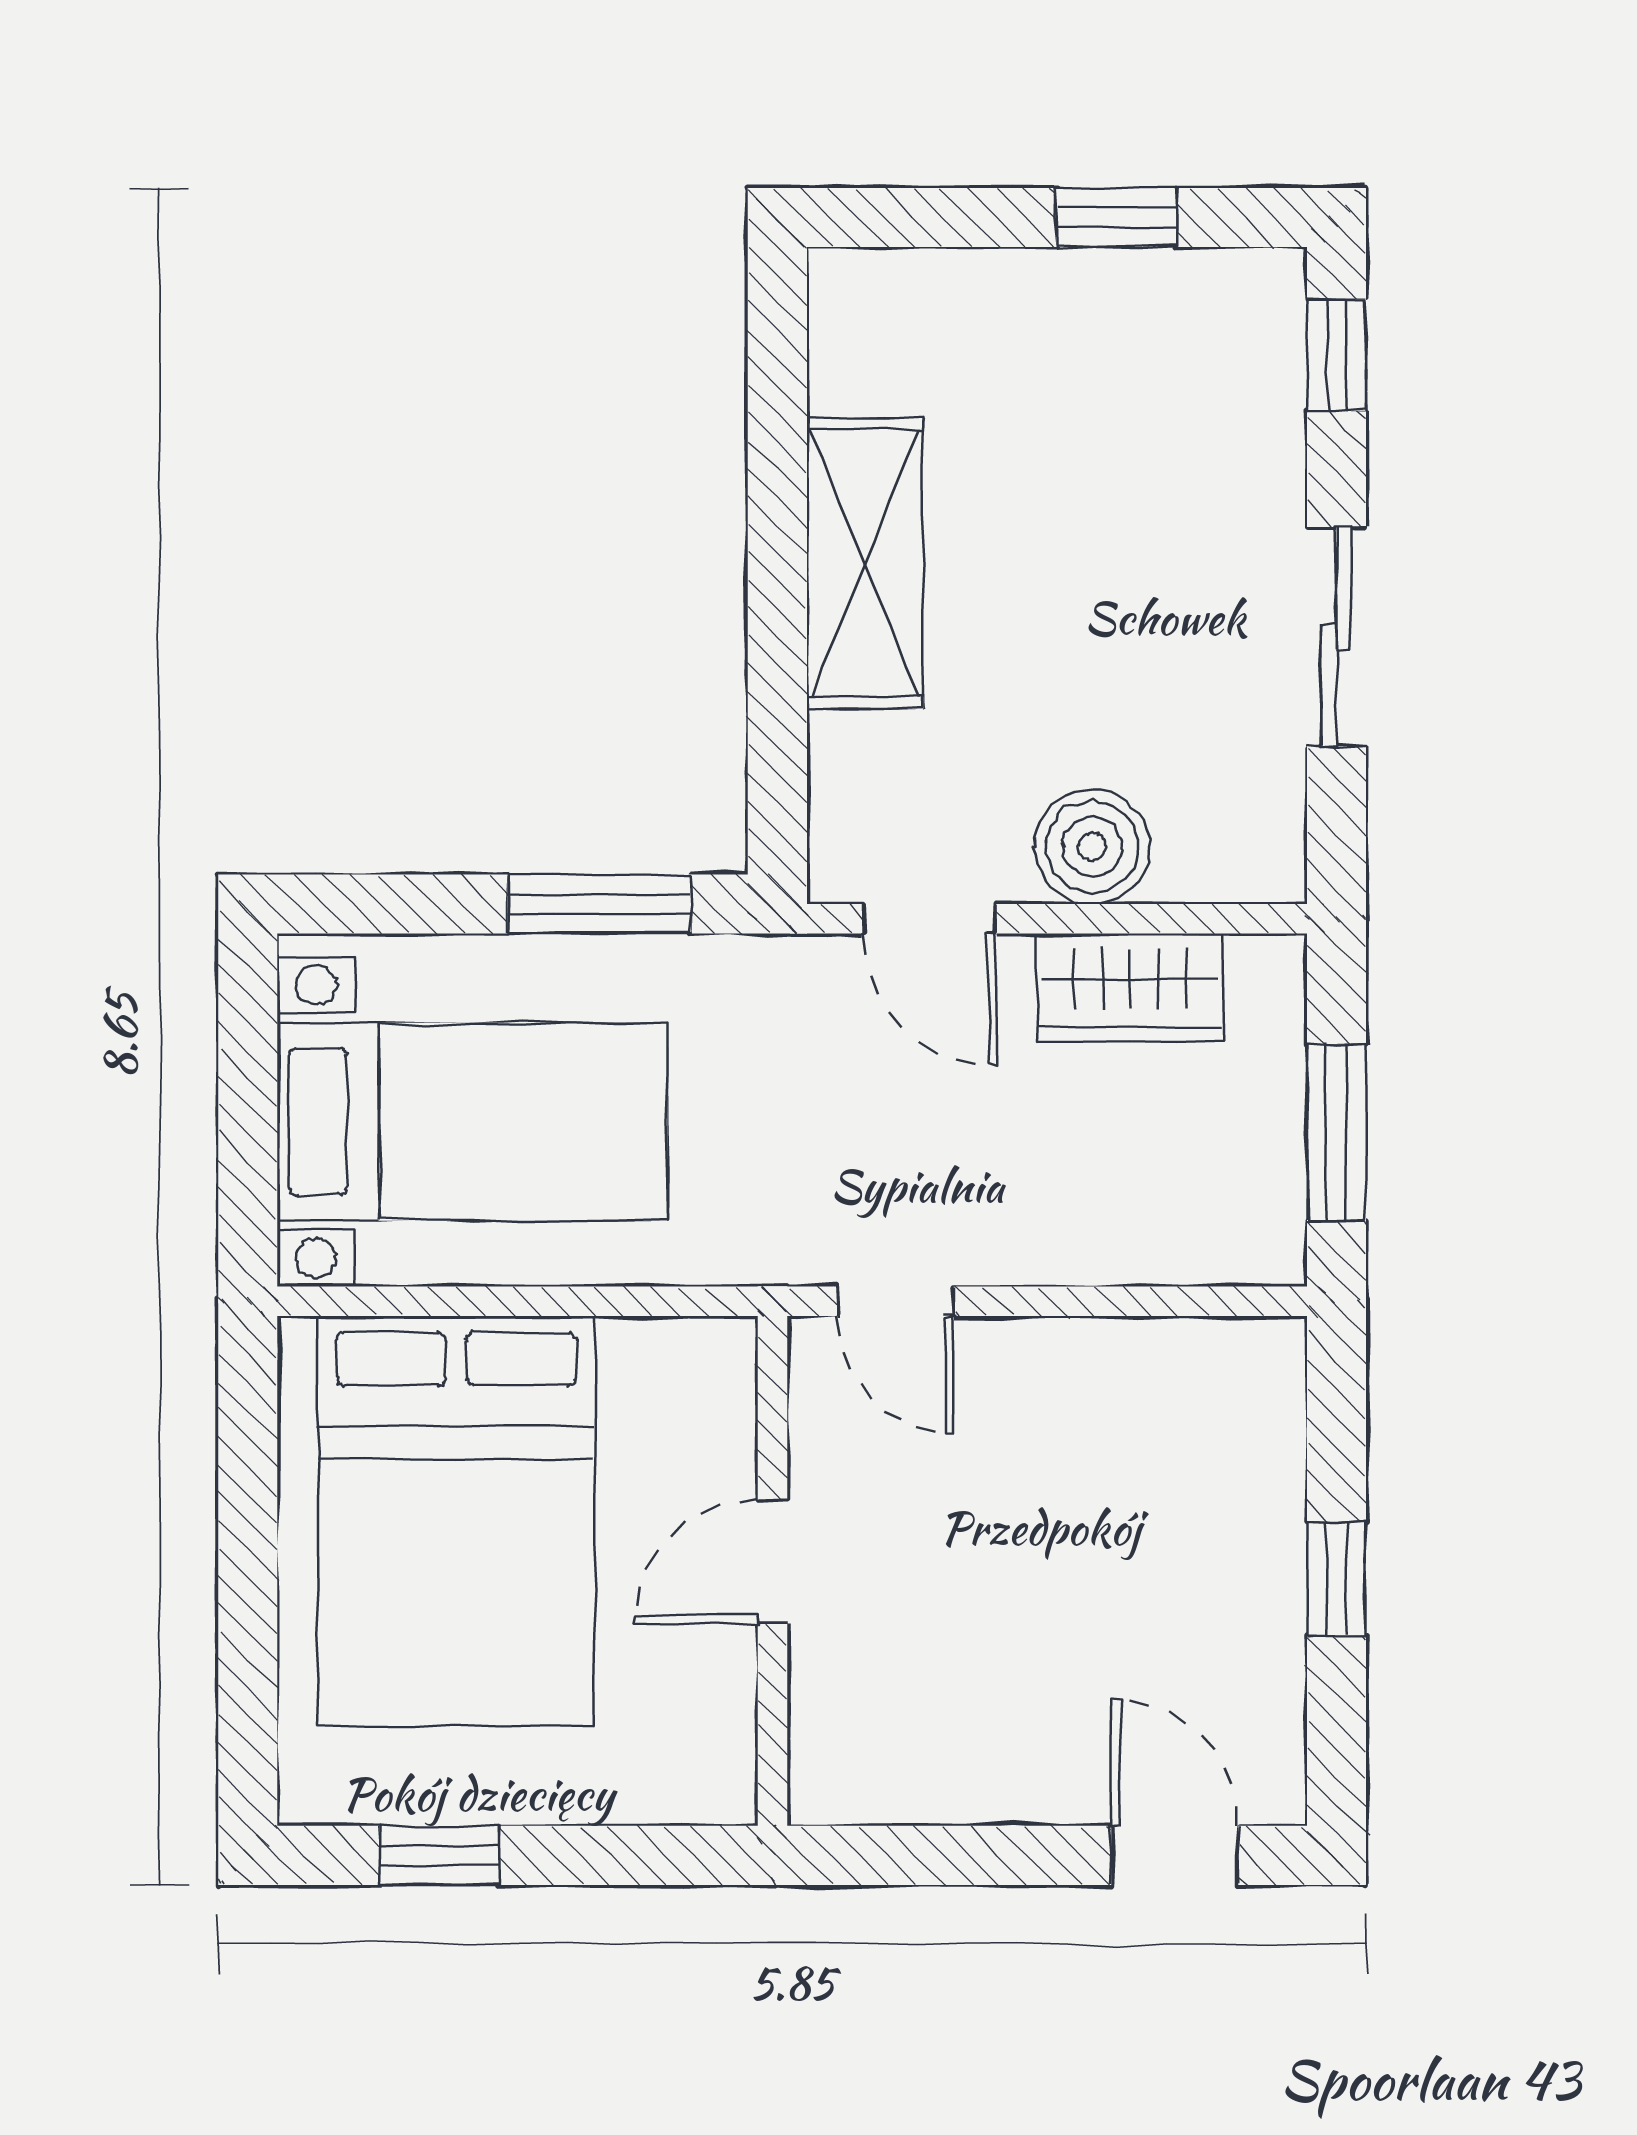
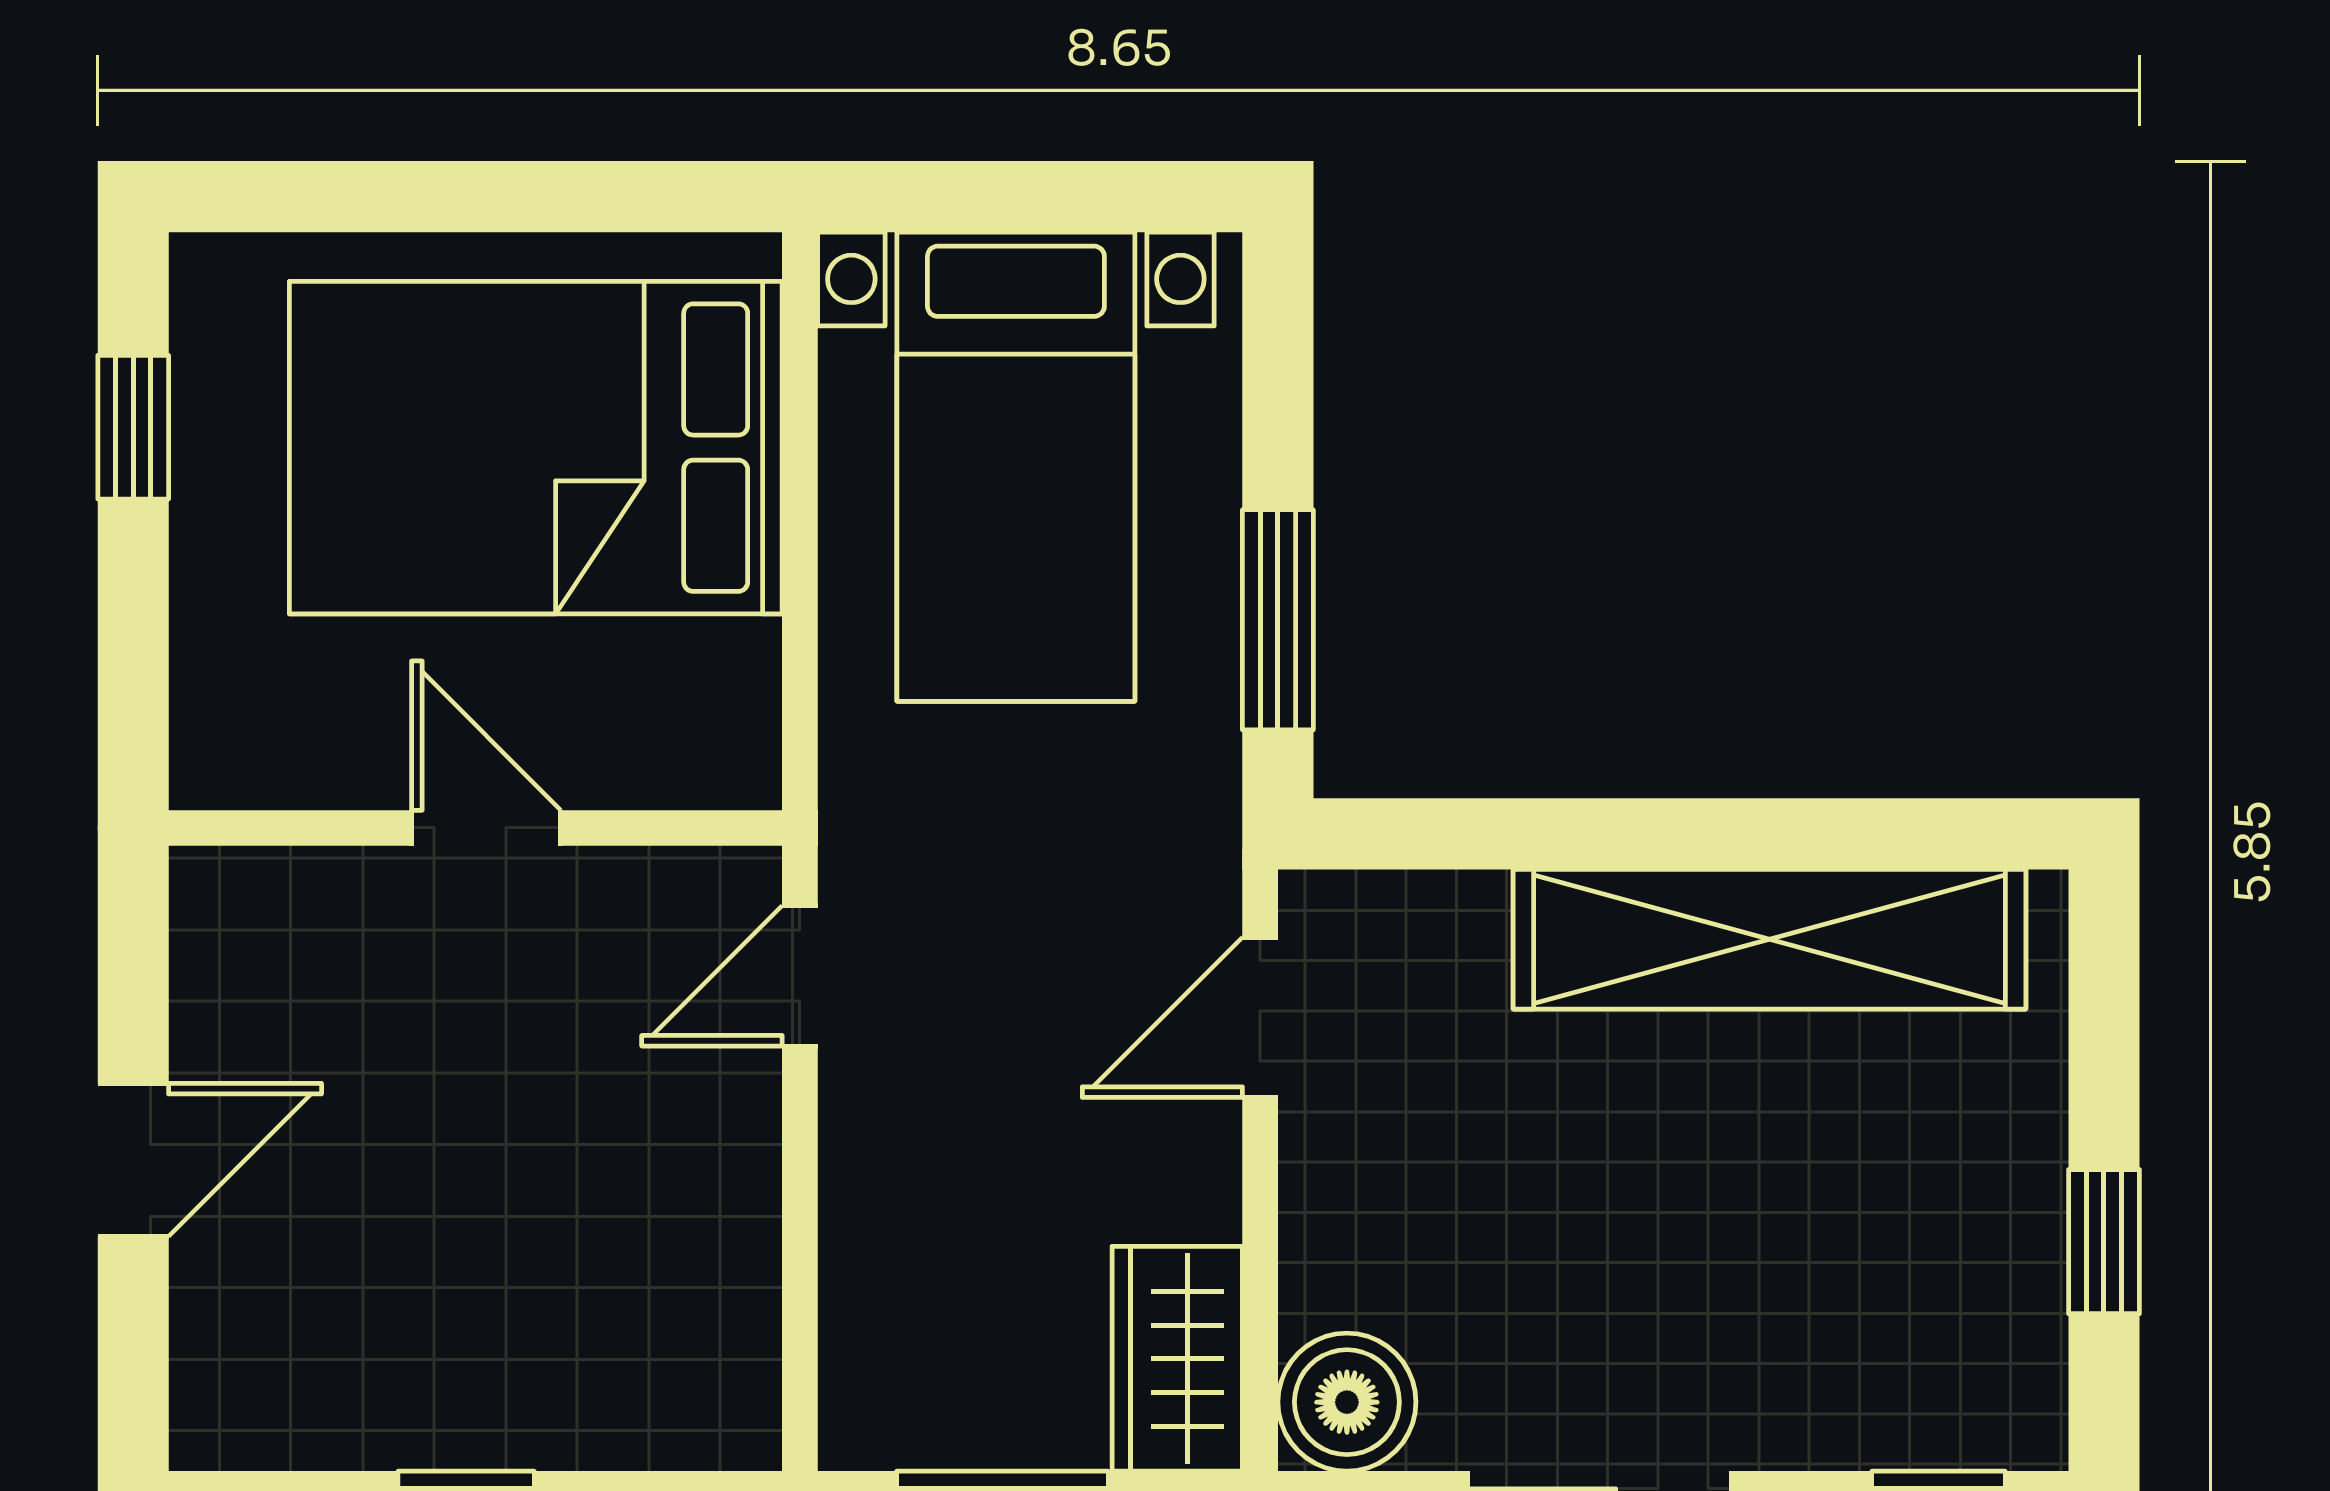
shelving: (865, 563) -> (1769, 939), width x1.47
boiler: (1092, 847) -> (1347, 1402), moved
wardrobe: (1130, 988) -> (1177, 1359), moved
door: (1175, 1855) -> (133, 1160), moved

